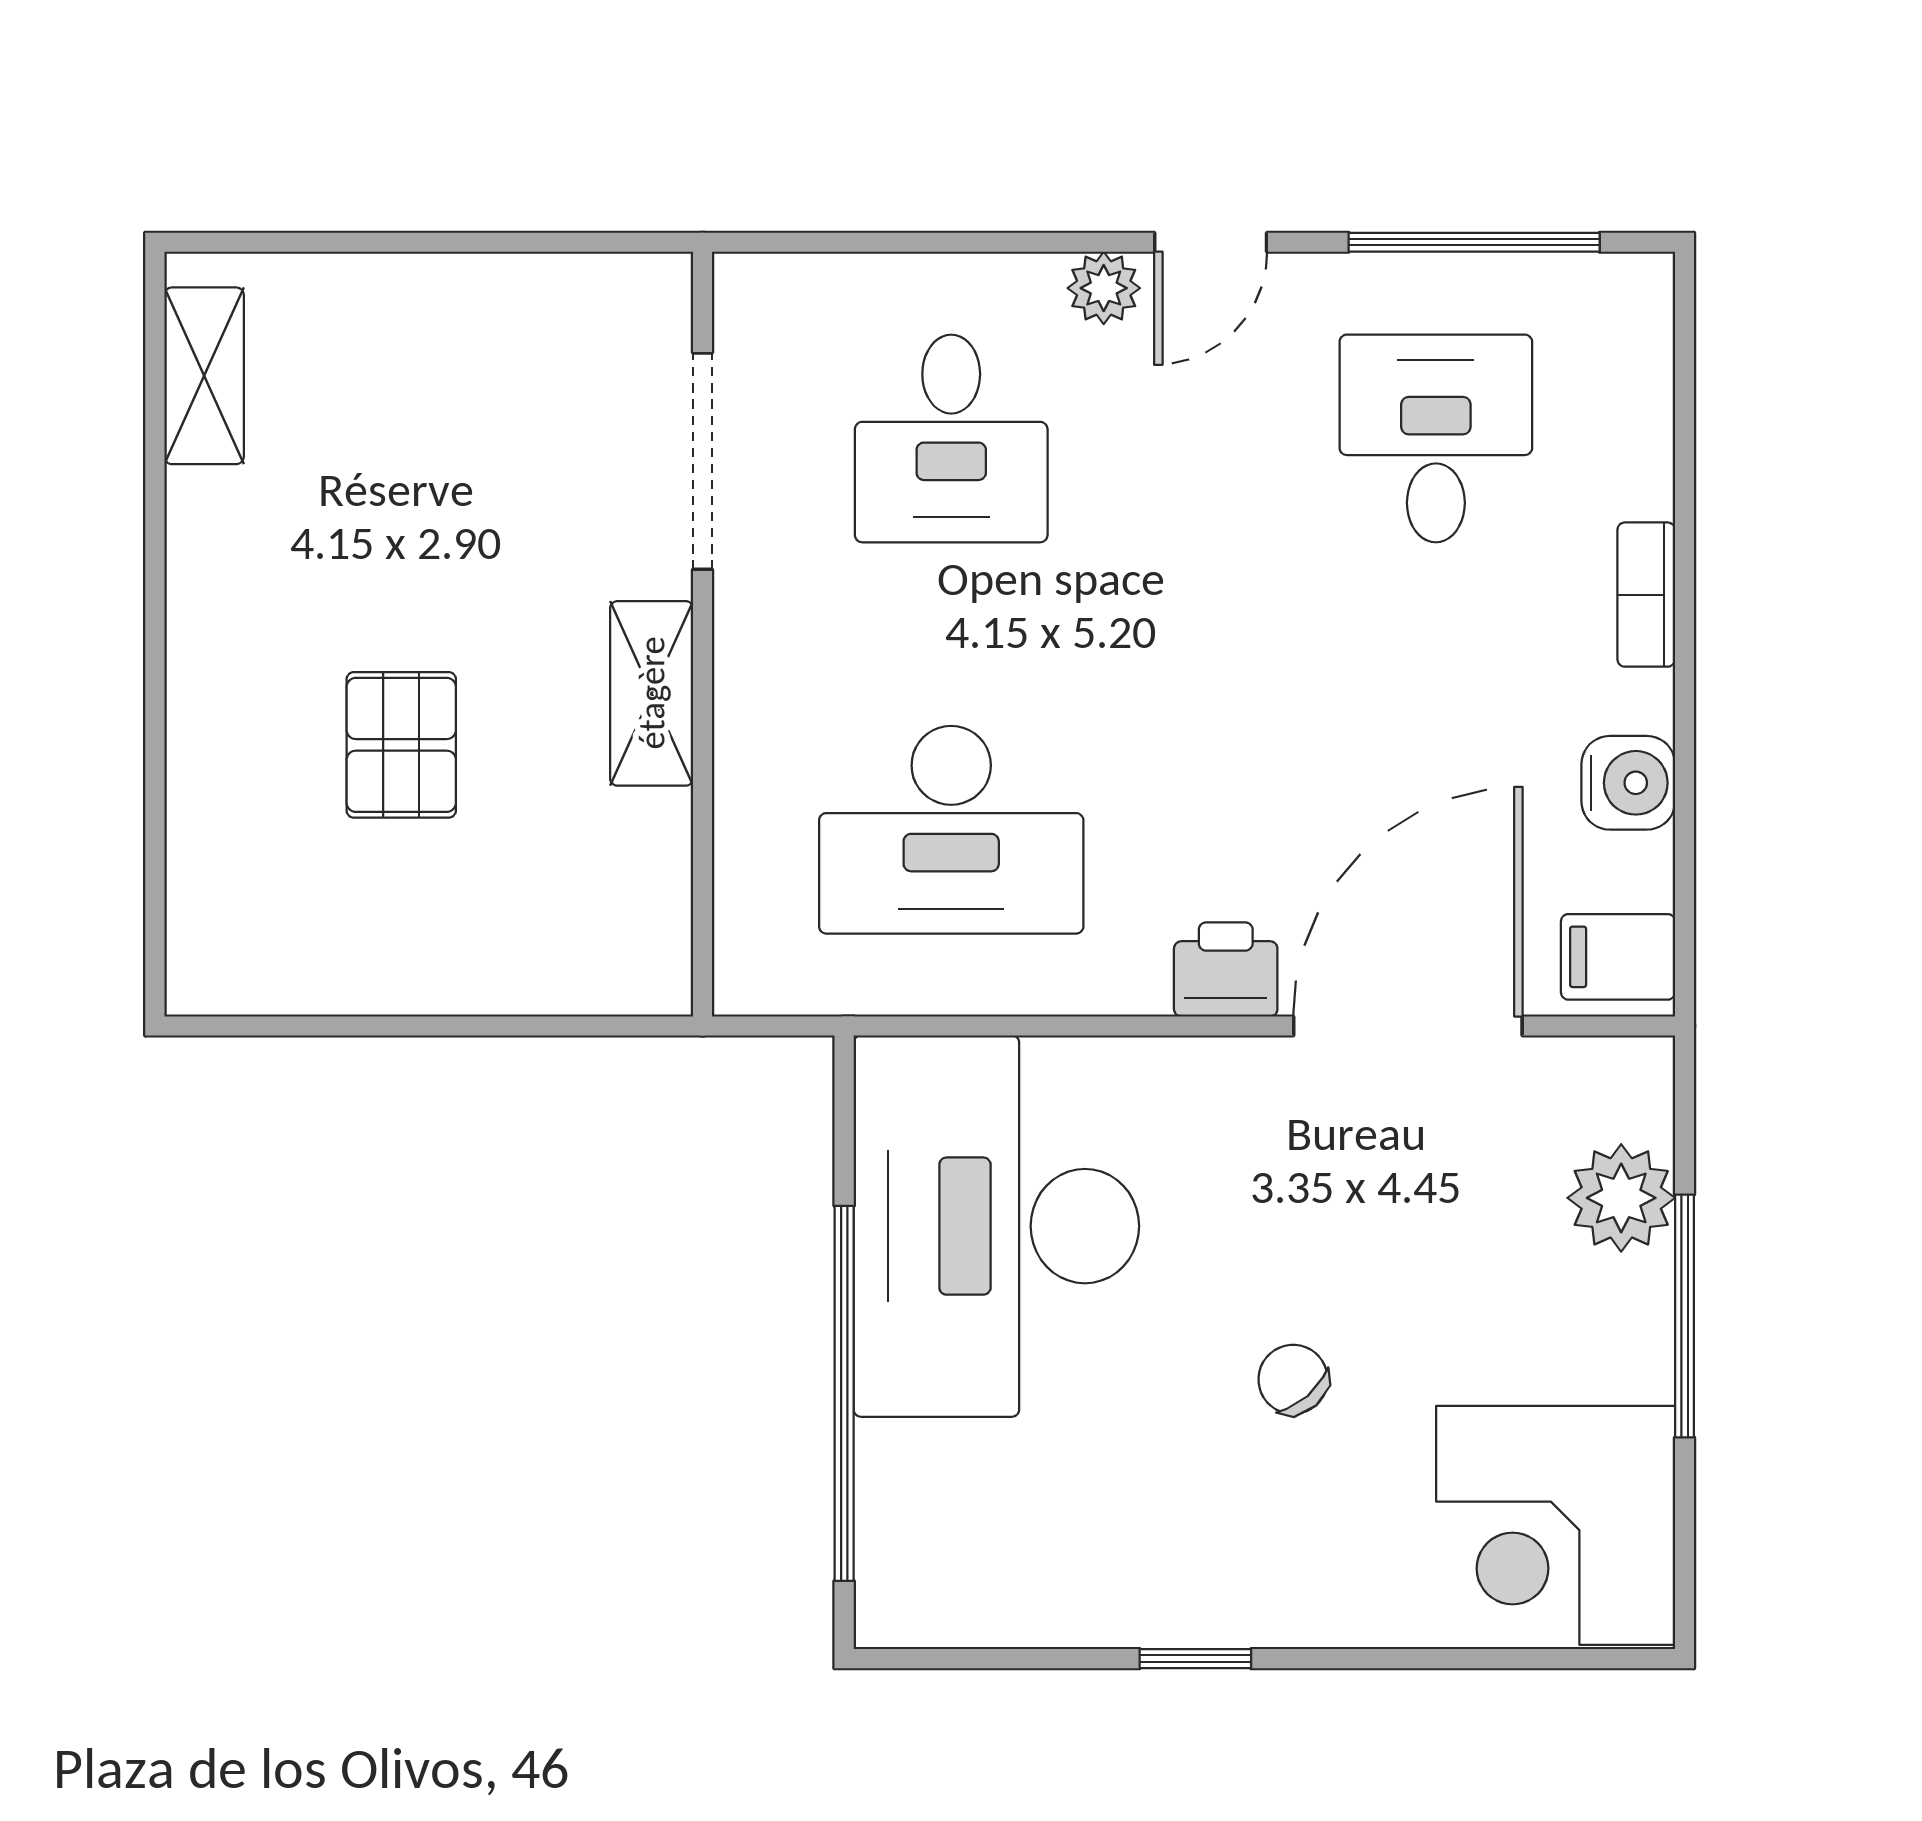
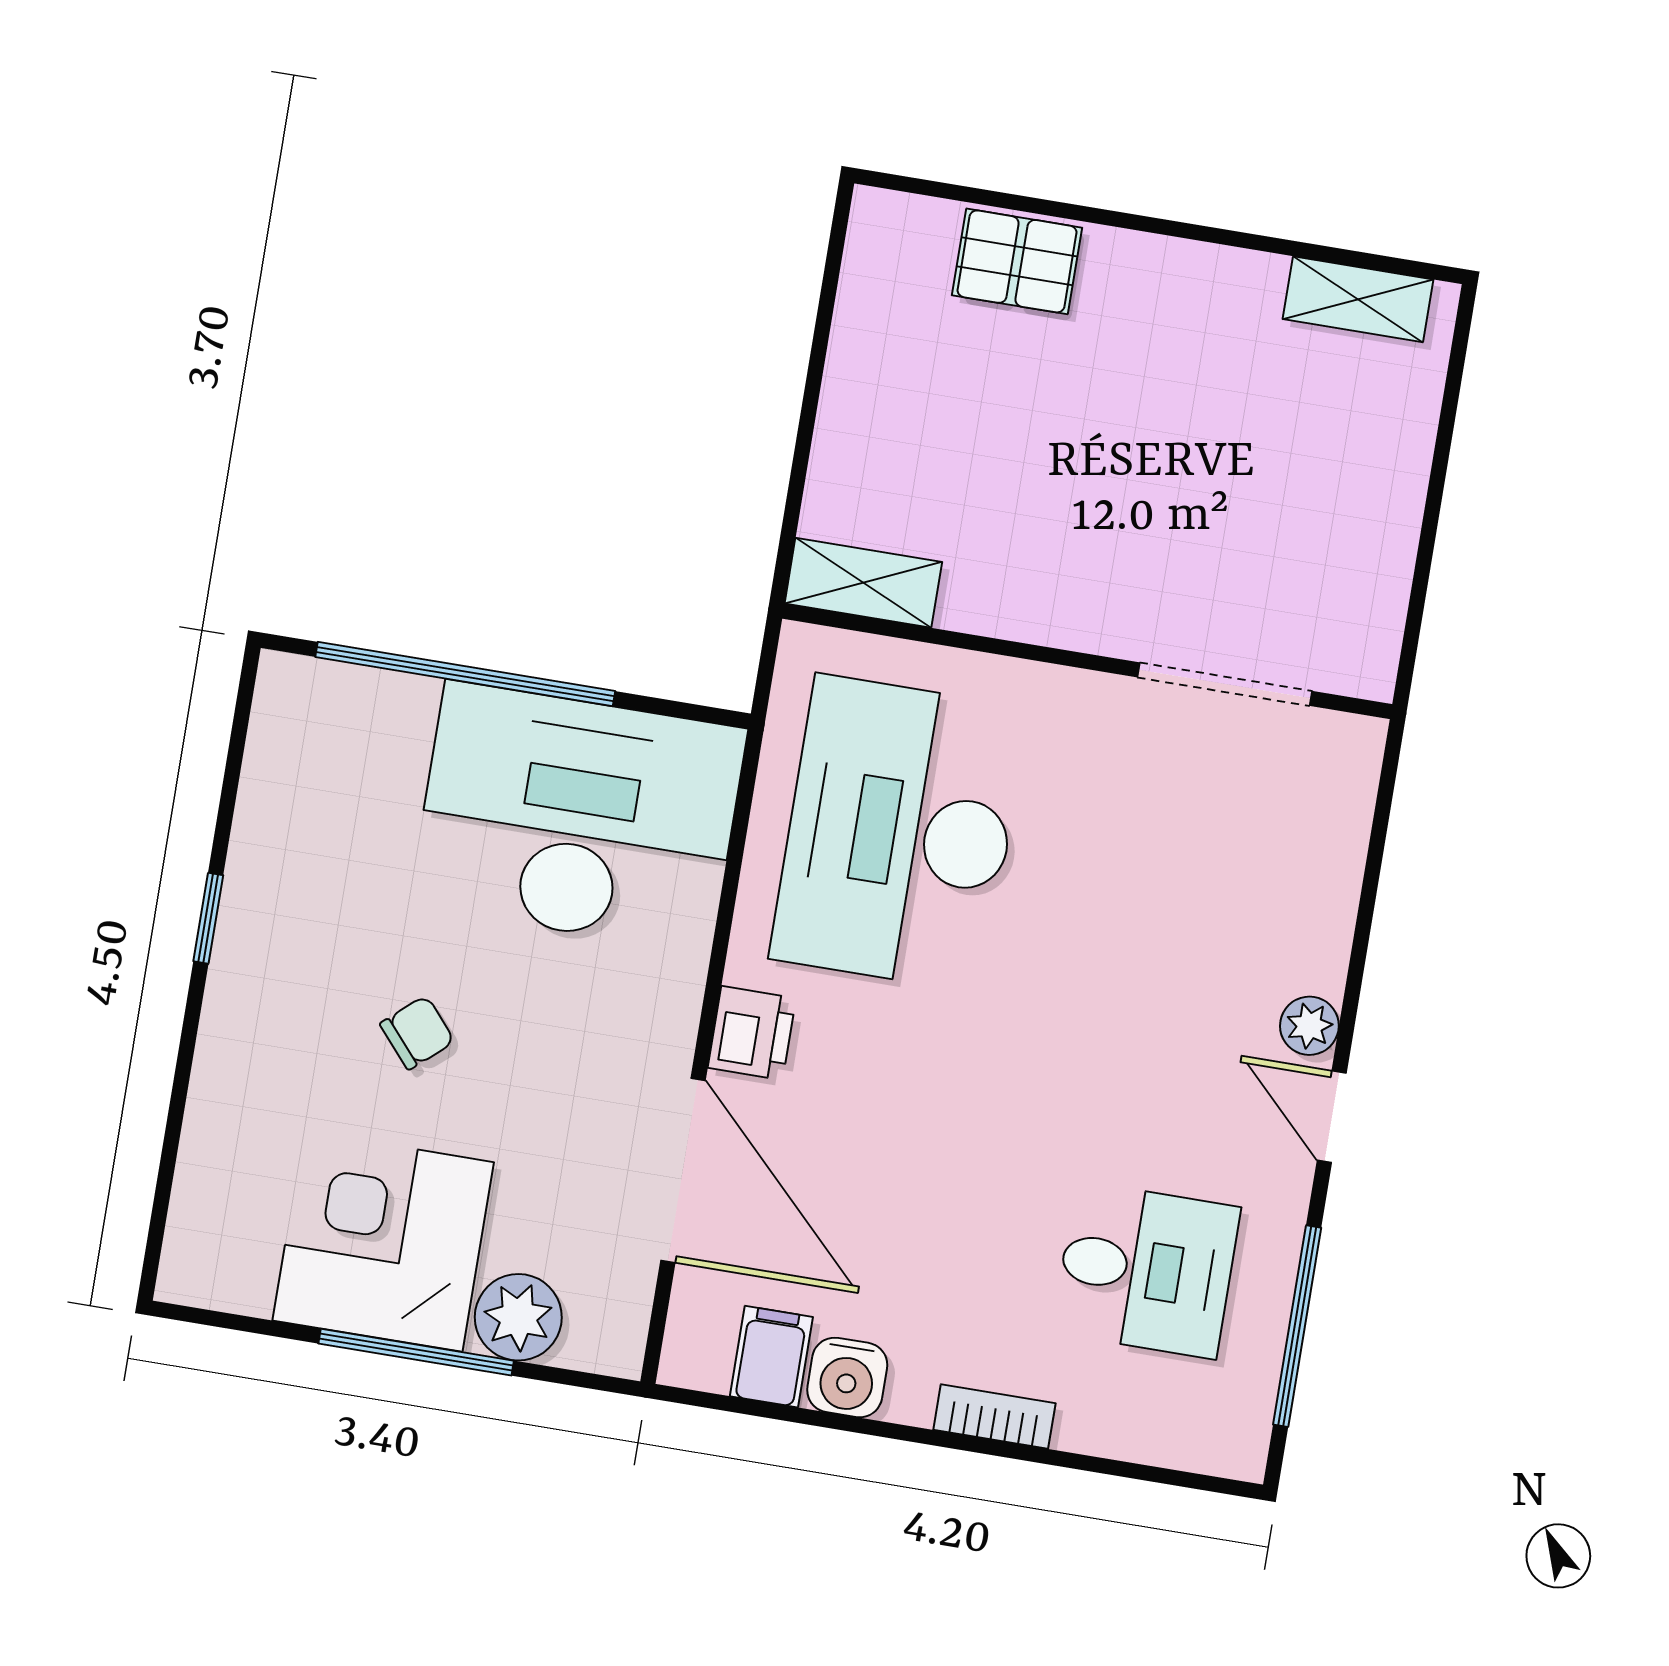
desk: (951, 438) -> (1210, 885), removed
shelving: (652, 693) -> (863, 583), moved
pallet: (401, 745) -> (1017, 261), moved
desk: (951, 830) -> (899, 833), width x1.36, depth x1.30
filing cabinet: (1618, 957) -> (771, 1357), moved
corner desk: (1556, 1525) -> (383, 1241), moved

